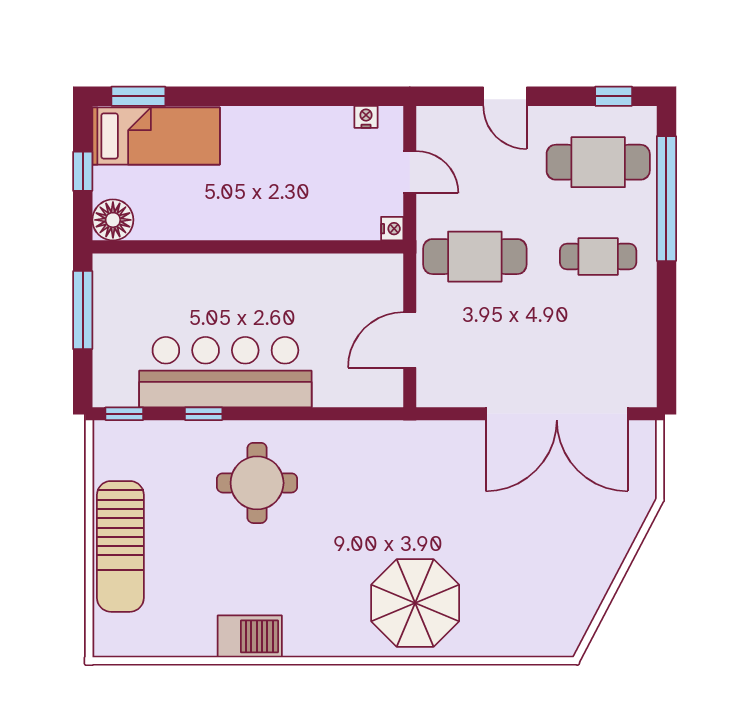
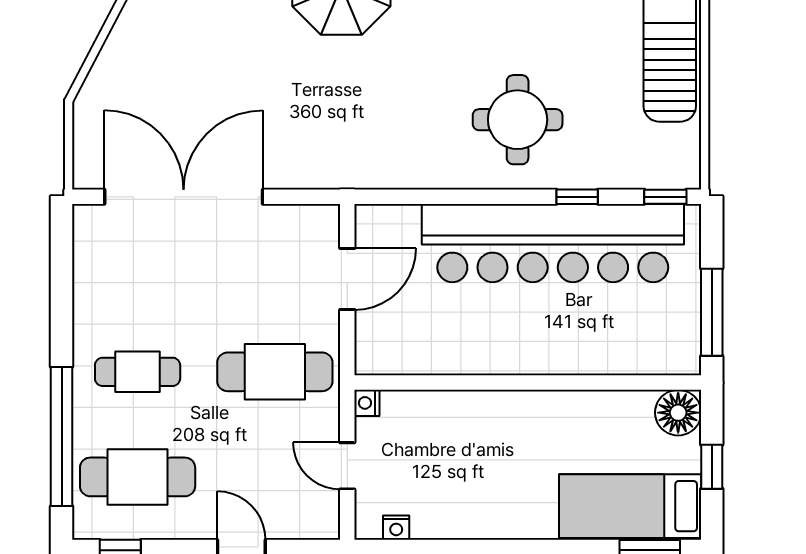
bar counter: (225, 372) -> (553, 243), width x1.36

